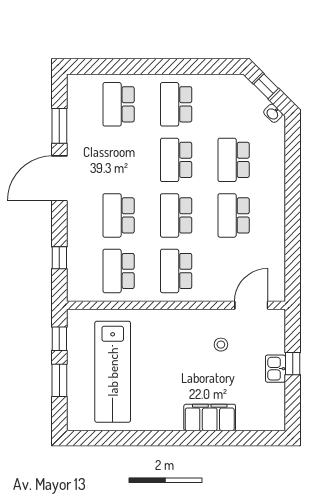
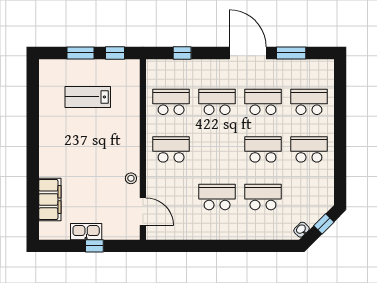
school desk: (176, 215) -> (263, 102), moved
stool: (221, 345) -> (131, 178), moved
kitchen sink: (275, 369) -> (86, 232), width x1.38
lab bench: (113, 372) -> (88, 97), width x0.54, depth x0.72
filing cabinet: (210, 417) -> (50, 199), moved

